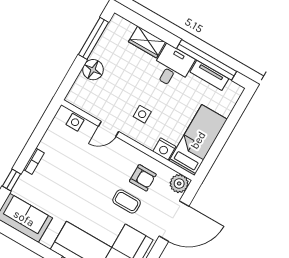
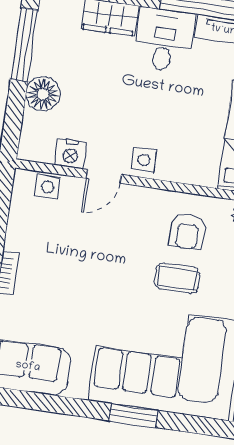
side table: (142, 114) -> (144, 160), moved
nightstand: (164, 149) -> (71, 154), moved
armchair: (143, 178) -> (188, 231), turned 90

